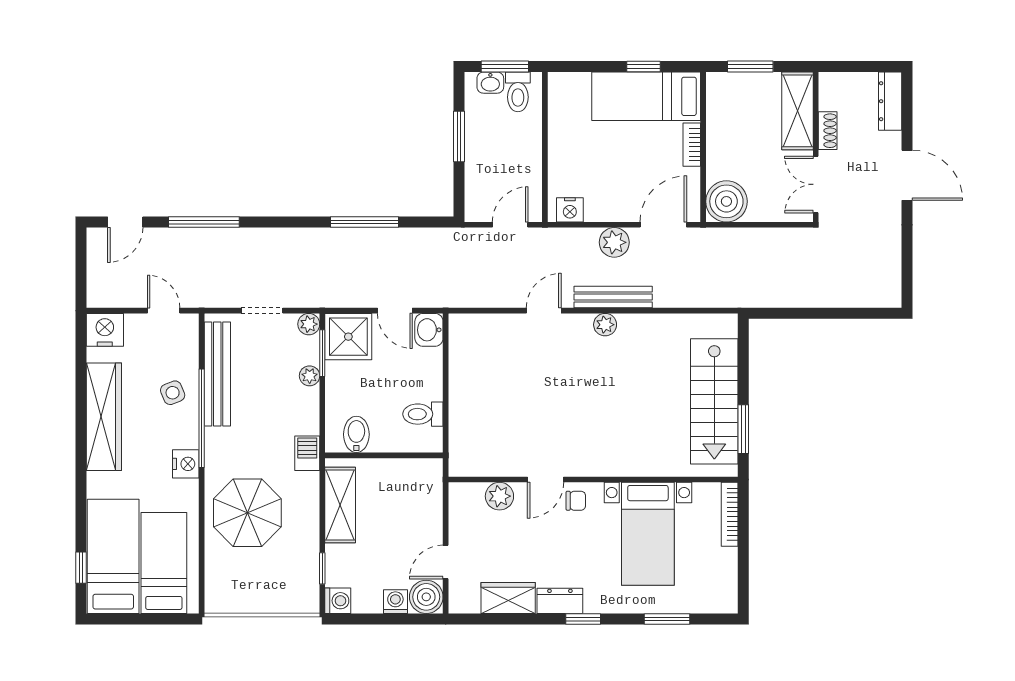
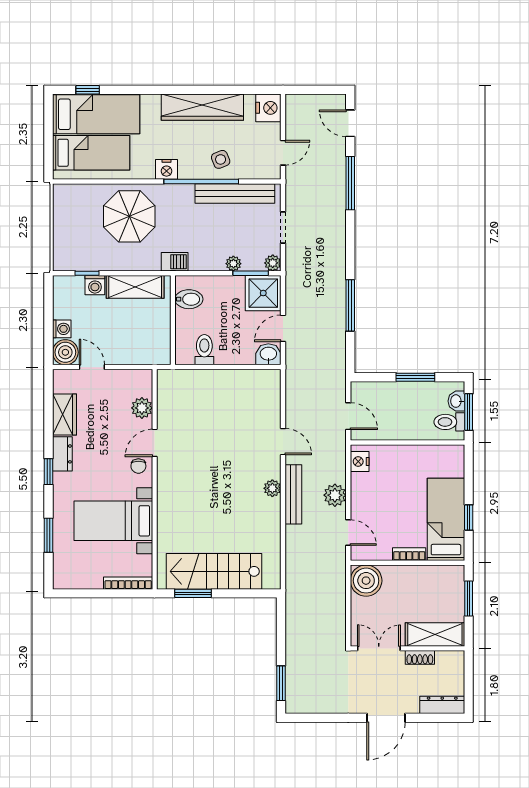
door: (663, 225) -> (348, 533), width x0.73
window: (861, 313) -> (281, 683), added
door: (546, 480) -> (155, 443), hinge flipped
washing machine: (338, 601) -> (95, 285), moved

